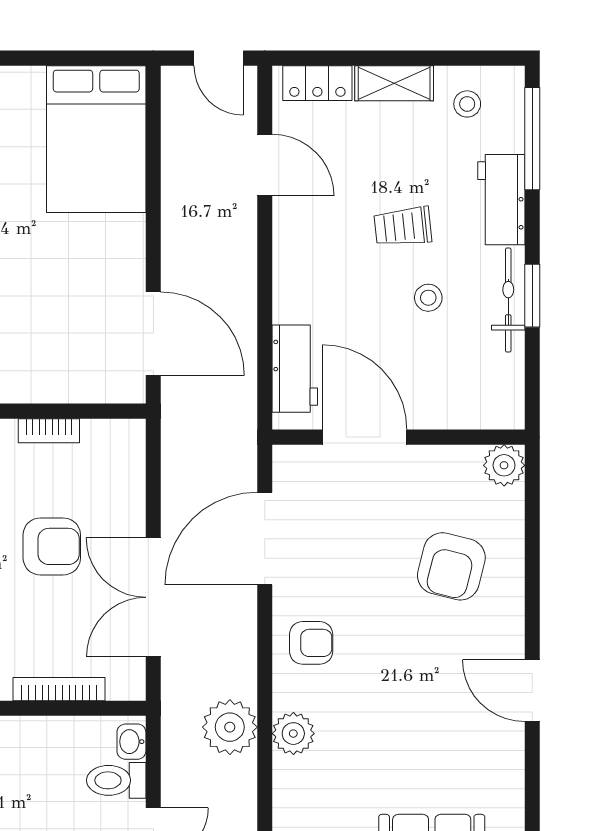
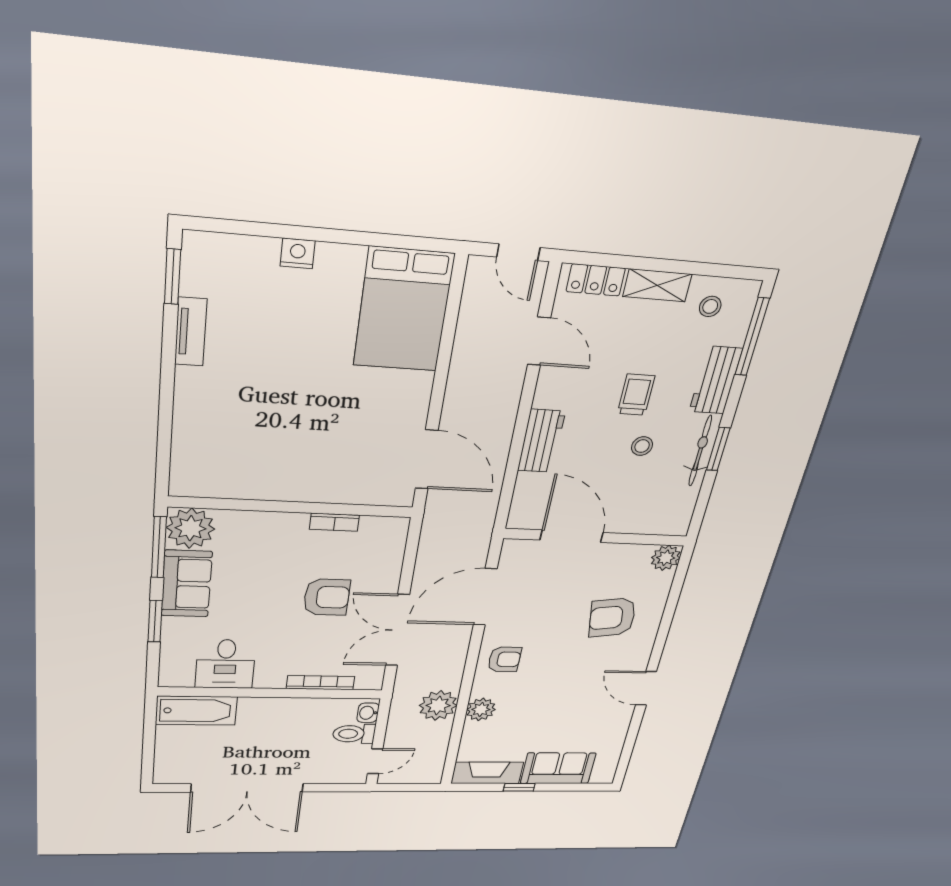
trolley: (403, 227) -> (636, 395), turned 96
workbench: (295, 369) -> (541, 441), moved
armchair: (451, 566) -> (612, 617), turned 68

